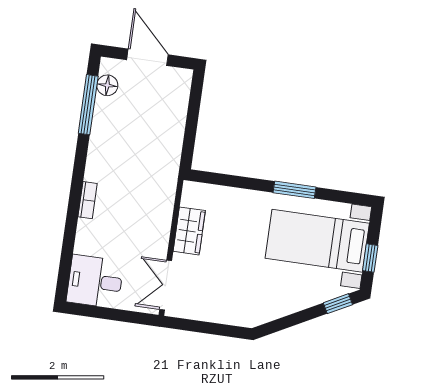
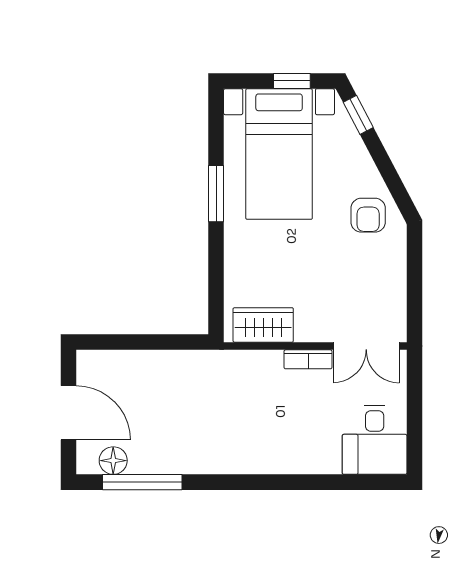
door: (147, 57) -> (69, 413), swing flipped
bookcase: (88, 200) -> (308, 359), moved, turned 180
wardrobe: (189, 231) -> (263, 325), moved
armchair: (262, 300) -> (368, 215), added

